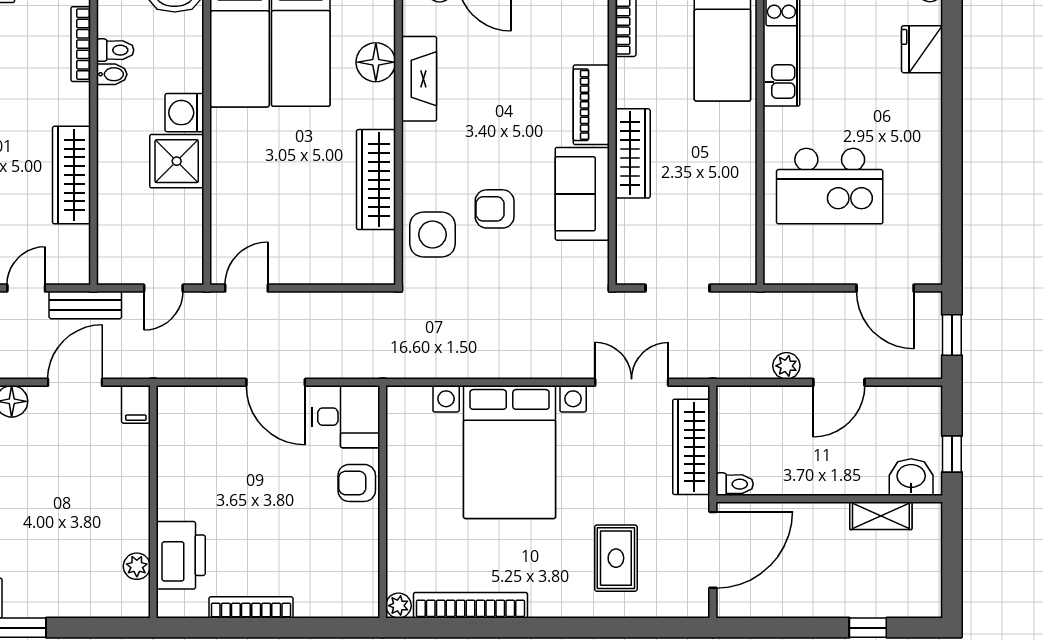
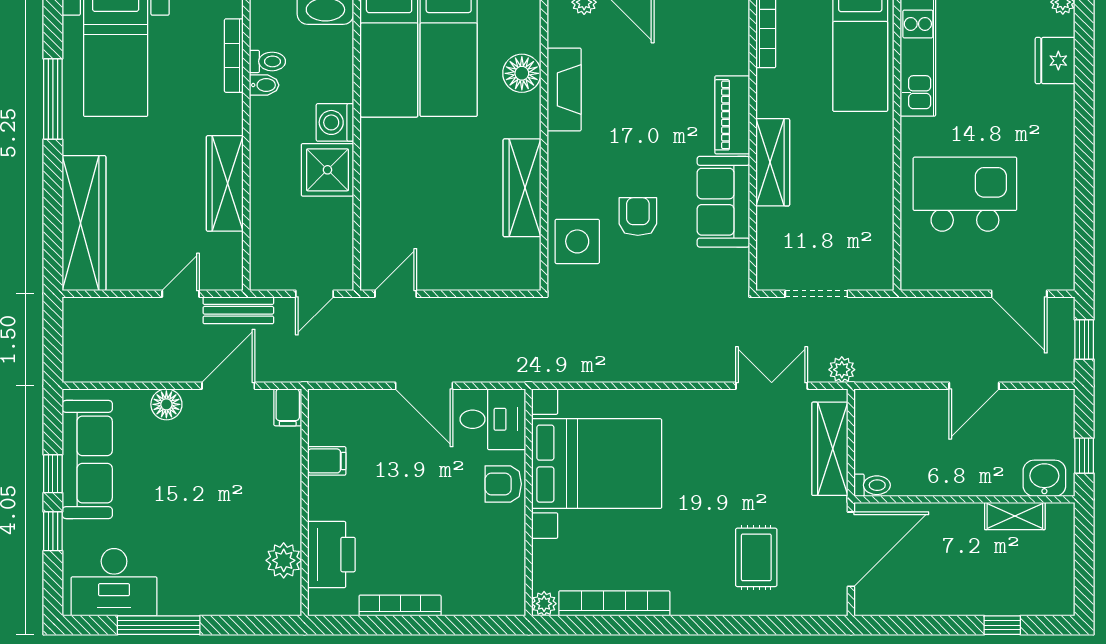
kitchen island: (830, 186) -> (965, 194), turned 180
armchair: (495, 209) -> (638, 216), turned 90
plant: (786, 366) -> (842, 370), moved
bed with nightstands: (510, 452) -> (597, 464), moved, turned -90
filing cabinet: (176, 459) -> (327, 461), added
plant: (137, 566) -> (284, 560), width x1.38, depth x1.38

